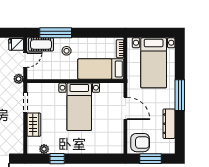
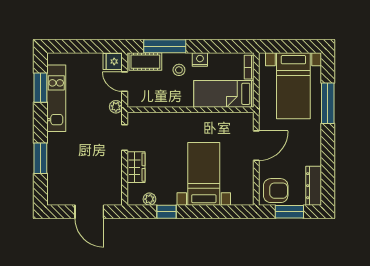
nightstand: (83, 43) -> (200, 60), added
door: (25, 60) -> (125, 82), swing flipped
window: (180, 95) -> (328, 103), moved
bed with nightstands: (79, 107) -> (204, 174), moved, turned 180
door: (125, 108) -> (256, 146), hinge flipped
dresser: (169, 124) -> (314, 186), moved

